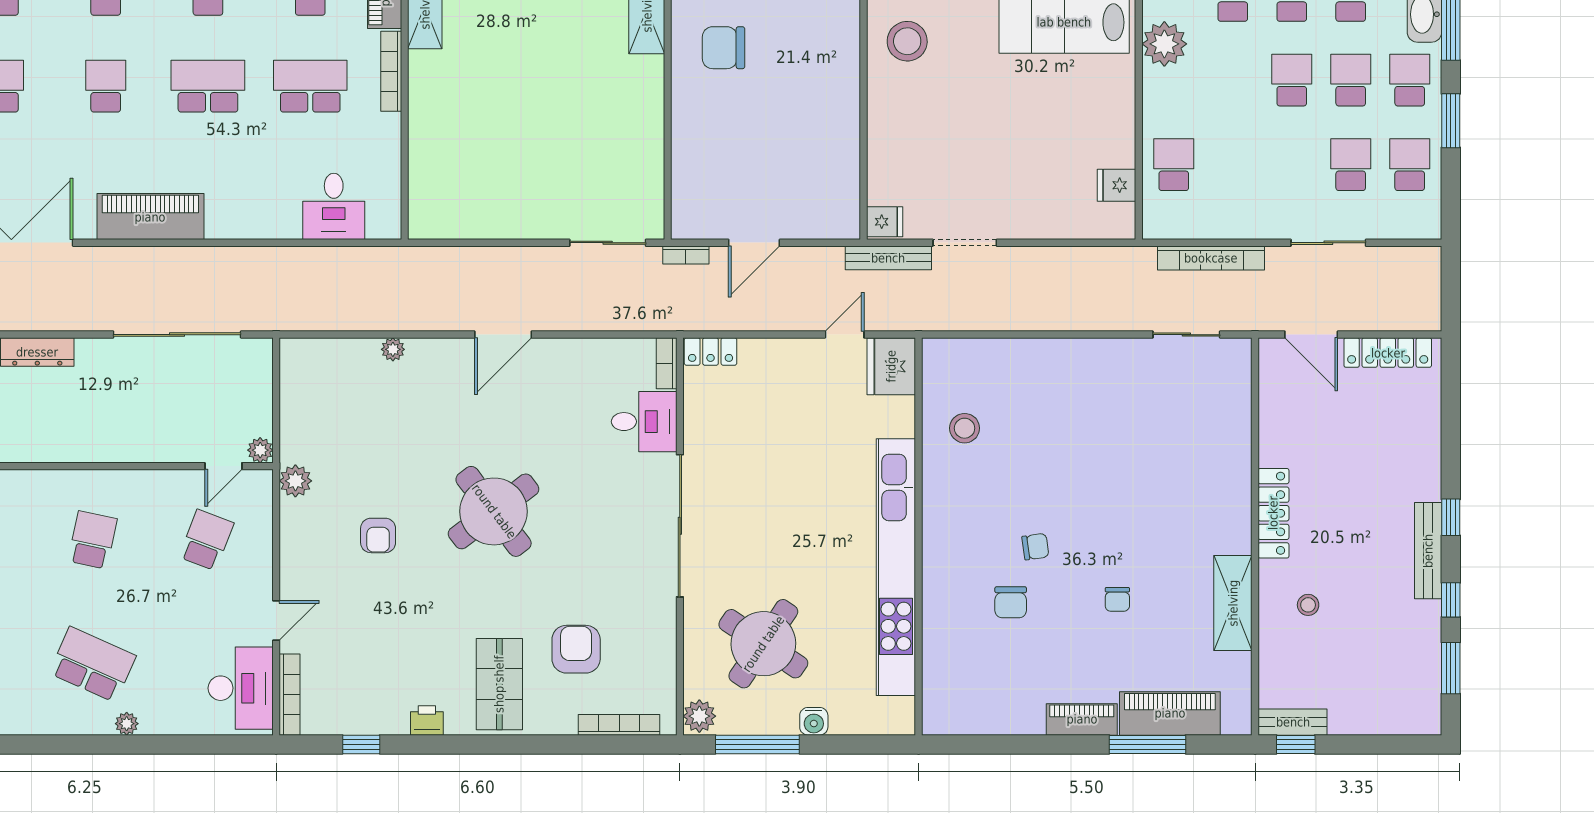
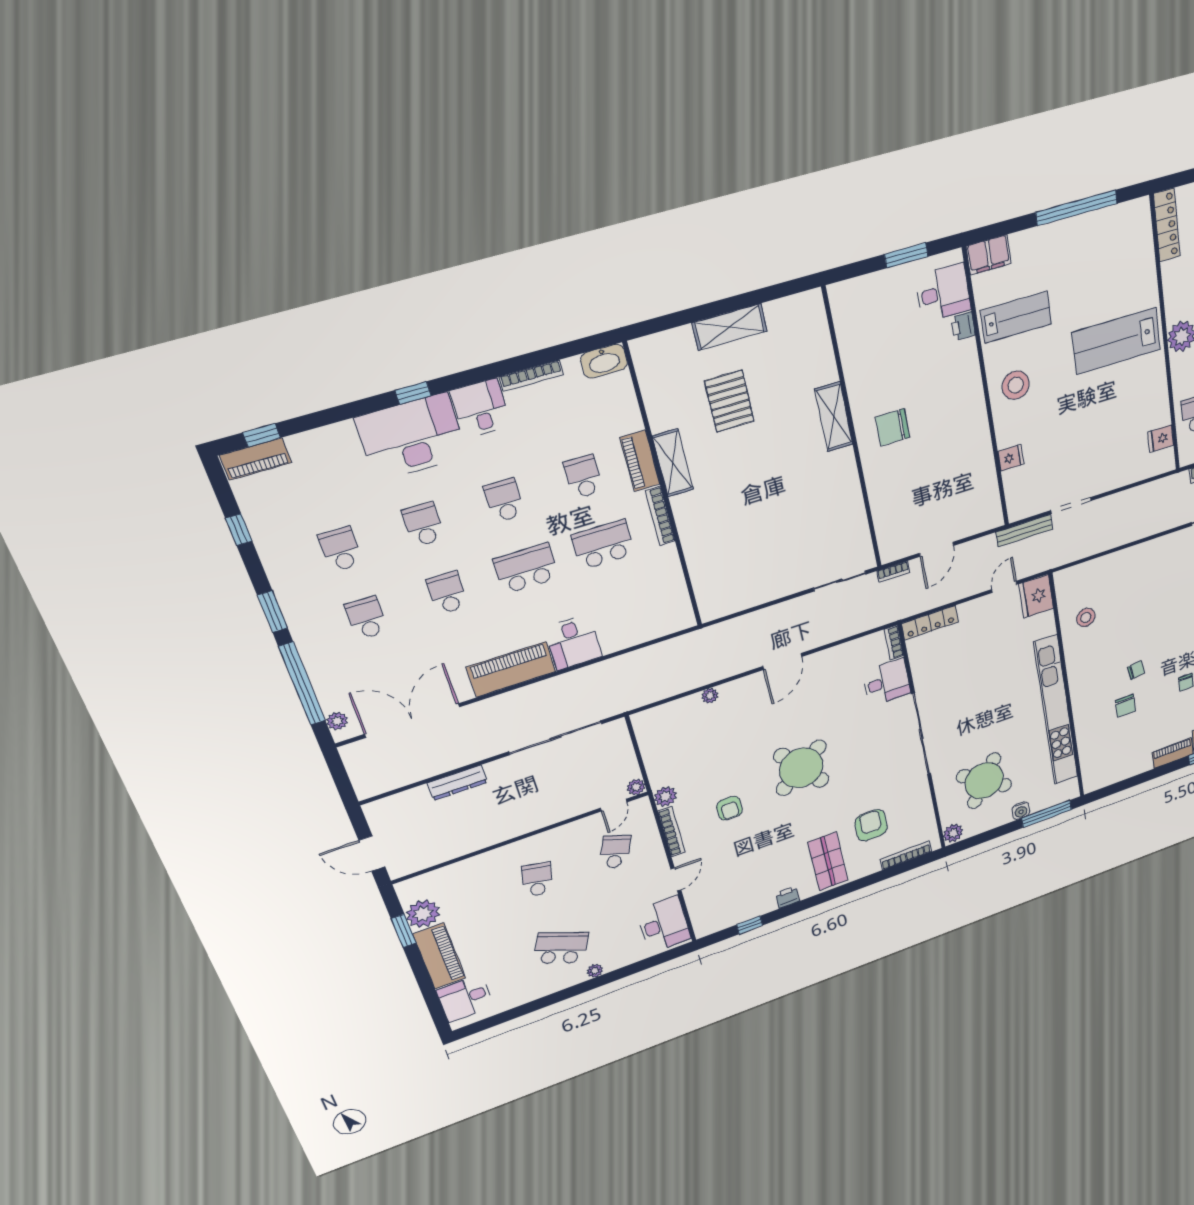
desk: (334, 206) -> (573, 642), moved
fridge: (885, 222) -> (1011, 458), moved
locker: (711, 352) -> (930, 623), width x1.53
bookcase: (290, 695) -> (672, 832), moved
window: (757, 744) -> (1047, 814), moved

